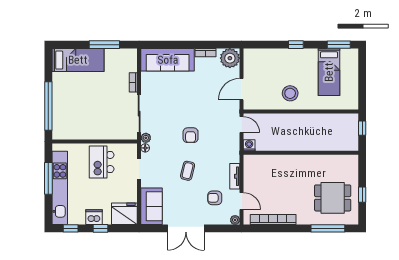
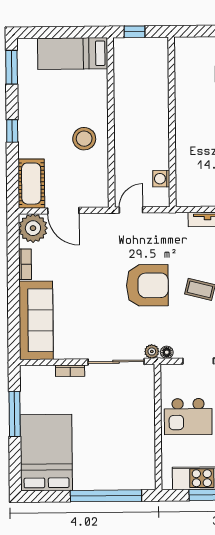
cot: (260, 57) -> (31, 184), added
bed: (78, 60) -> (46, 453), width x1.50
bed: (329, 72) -> (73, 53), moved, turned 180
door: (242, 89) -> (63, 211), moved
armchair: (191, 135) -> (147, 285), width x1.88, depth x1.88
washing machine: (249, 145) -> (161, 179), moved

